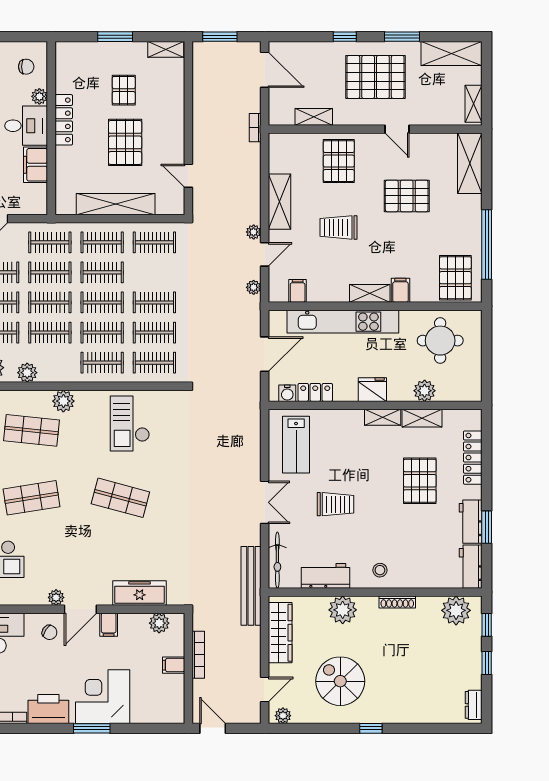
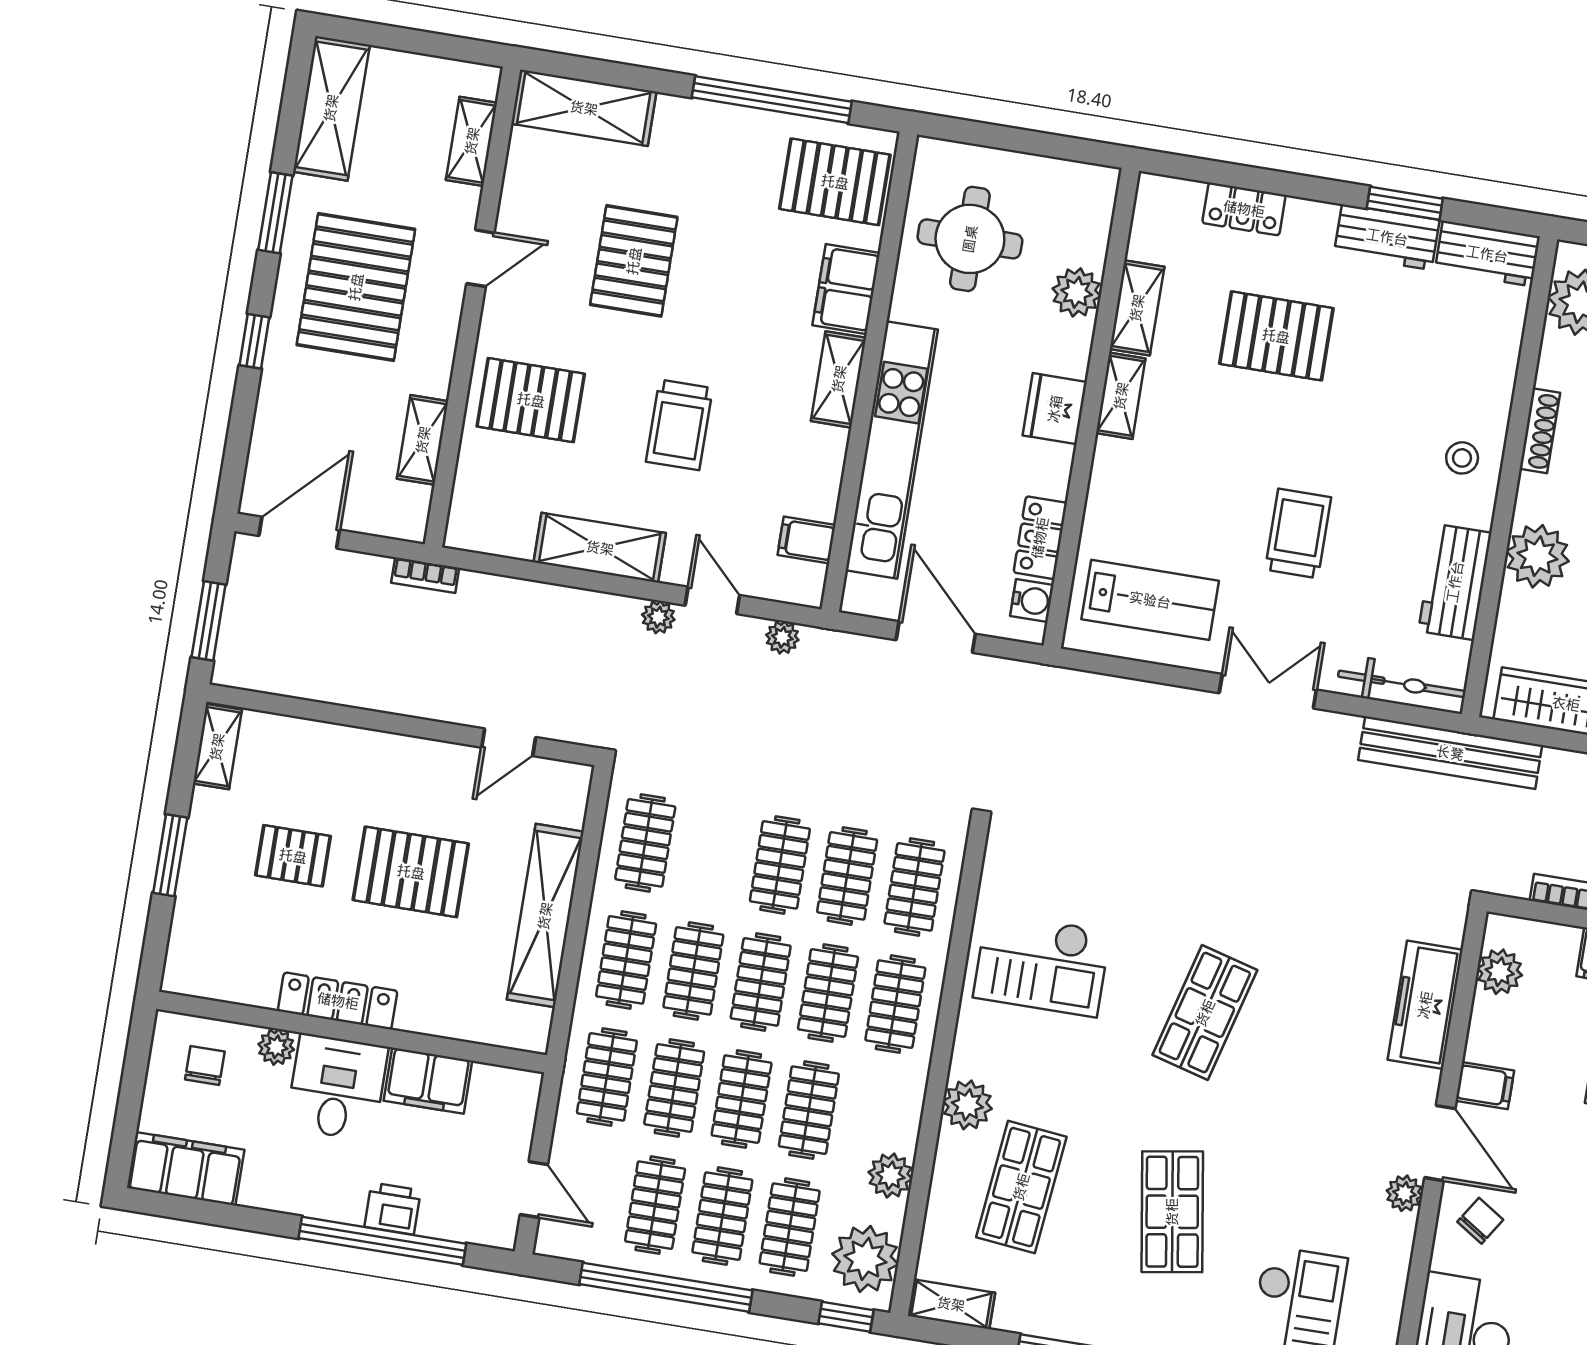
shelving: (473, 104) -> (472, 141), moved, turned 90
filing cabinet: (400, 290) -> (846, 289), width x2.00
locker: (473, 458) -> (1244, 209), width x0.66

